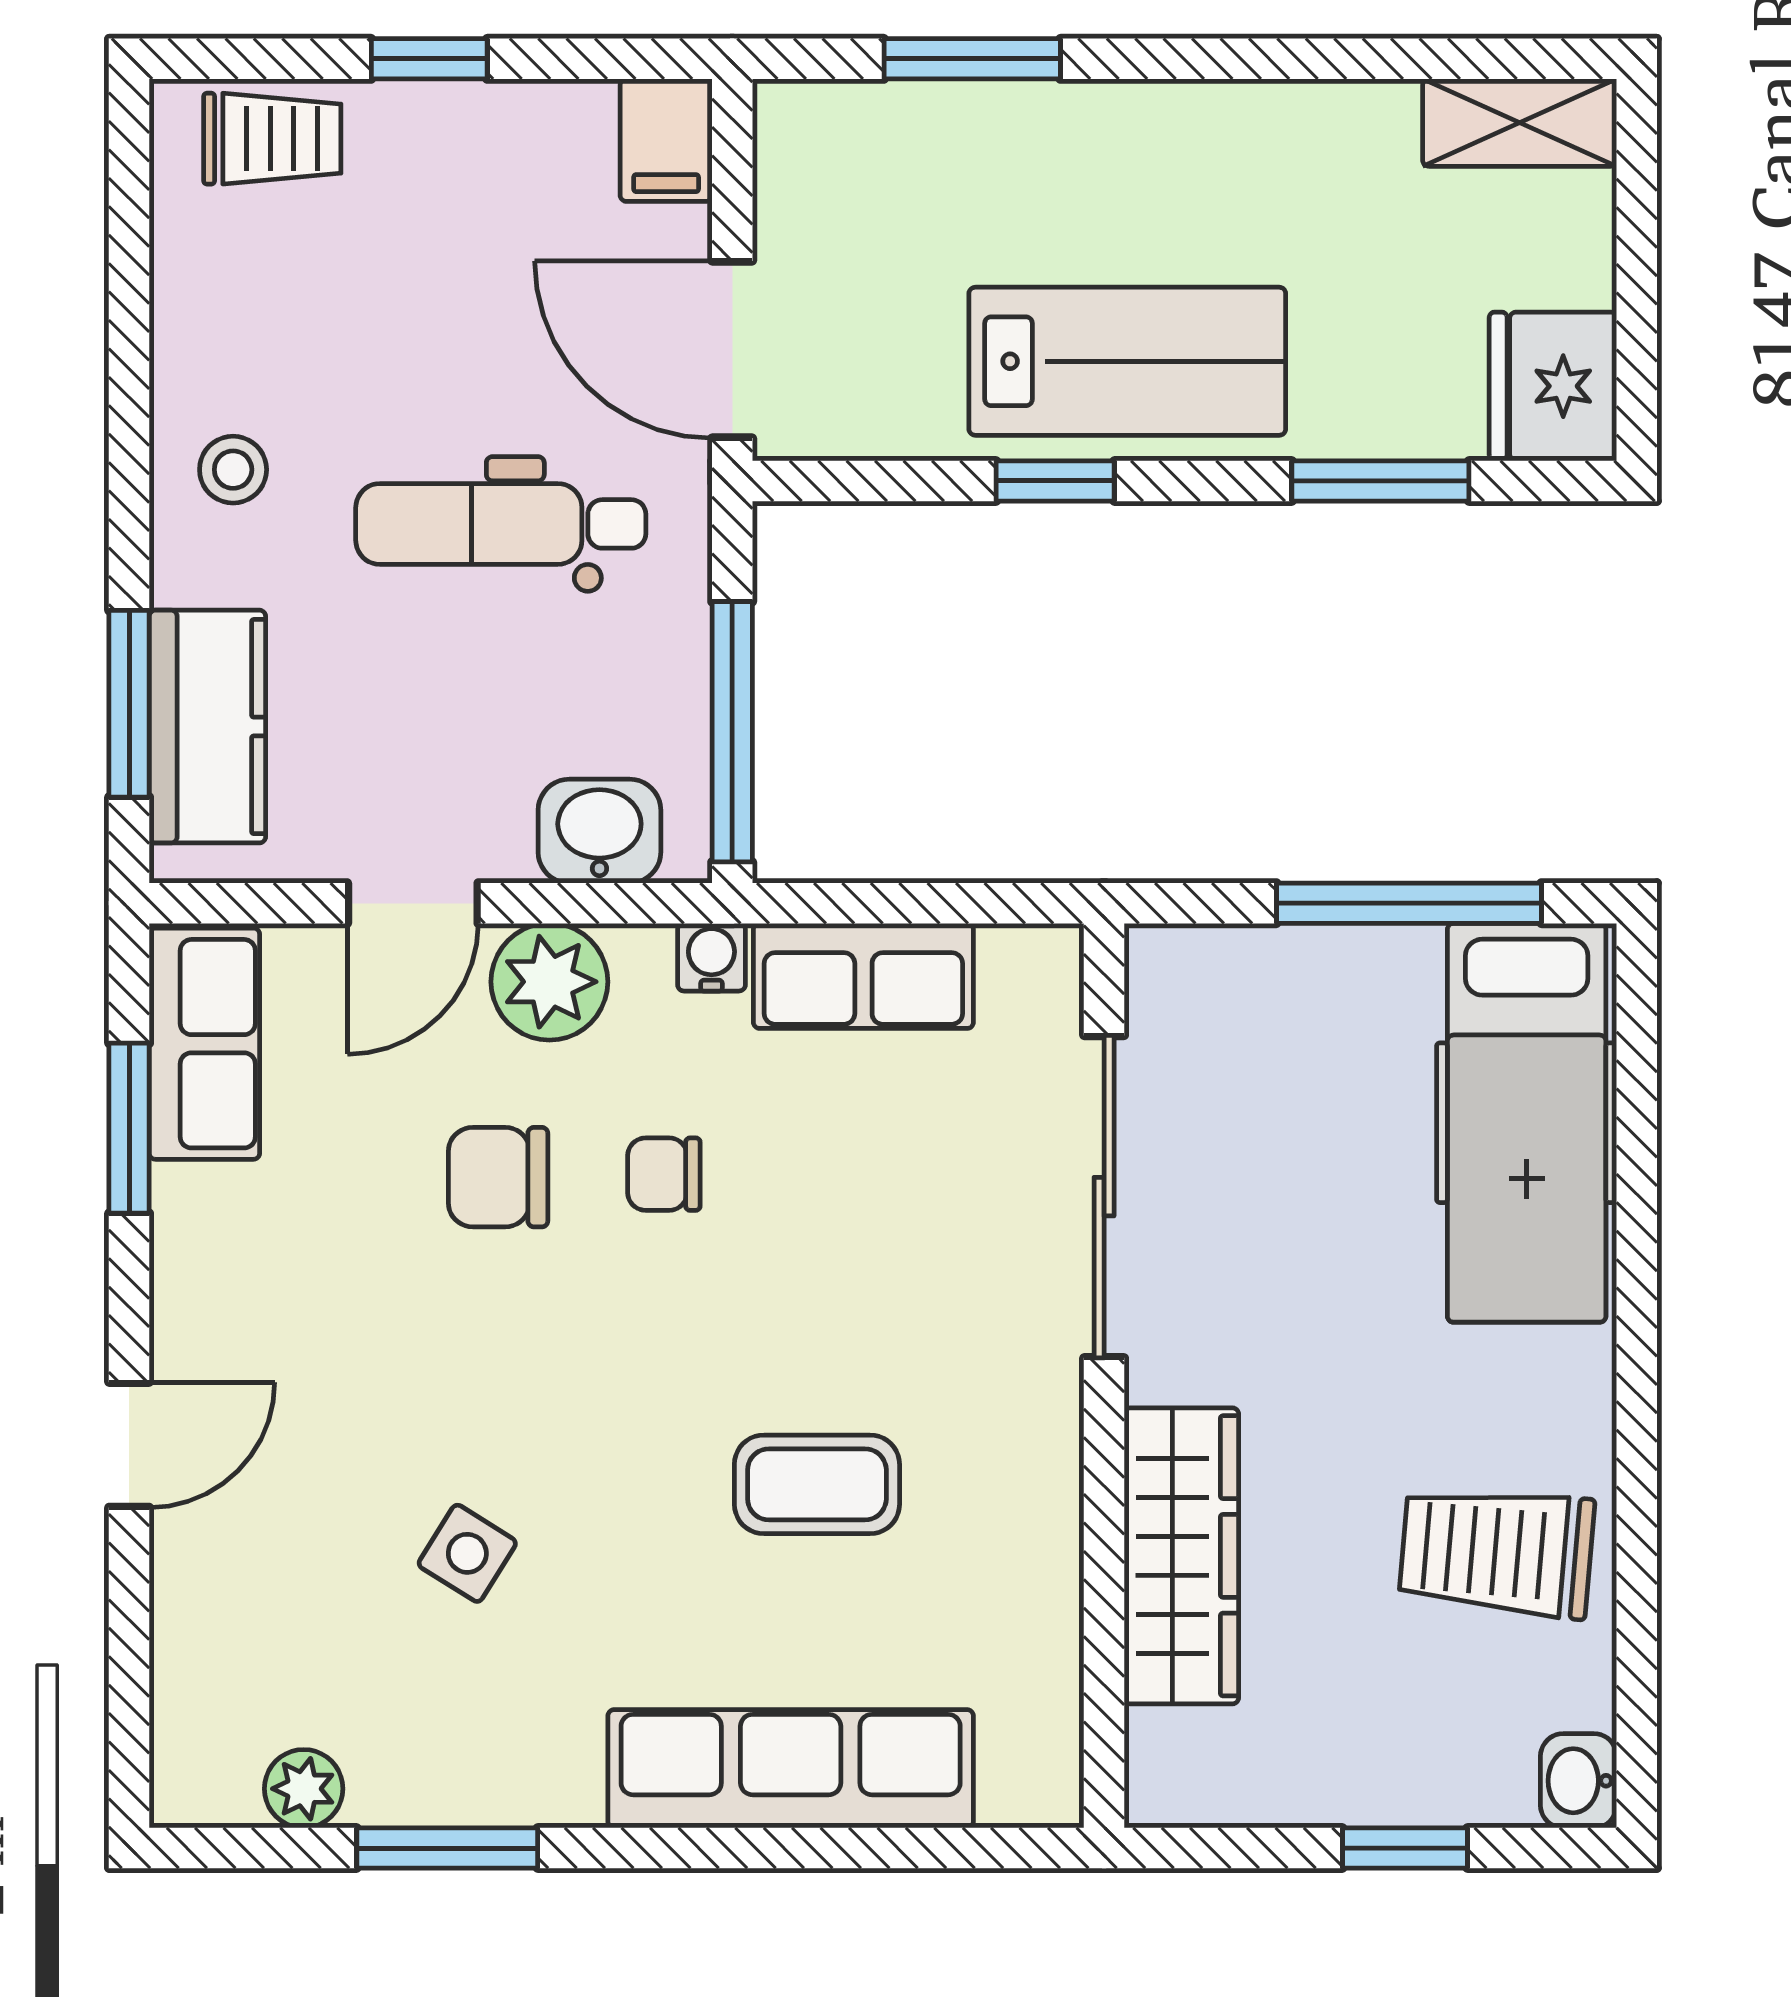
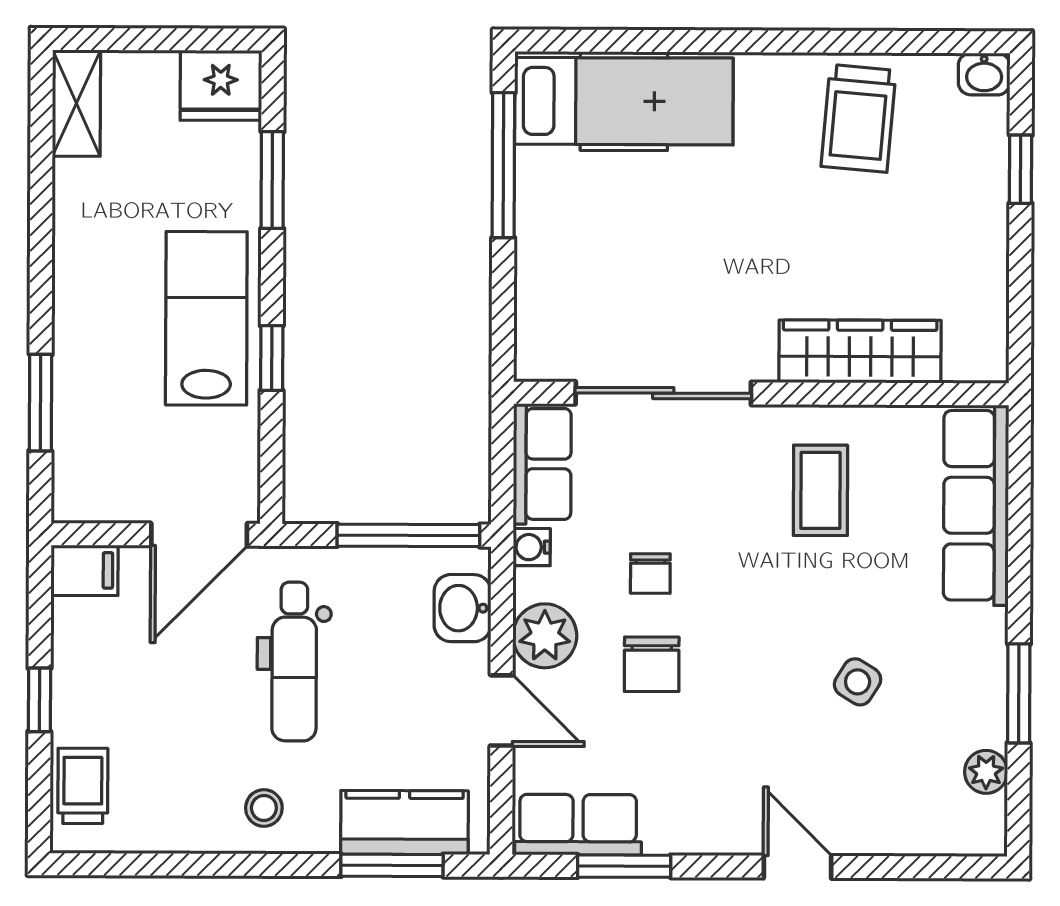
sliding door: (1104, 1197) -> (663, 393), moved
wall: (1104, 1376) -> (761, 393), moved
wardrobe: (1181, 1556) -> (860, 351), moved

